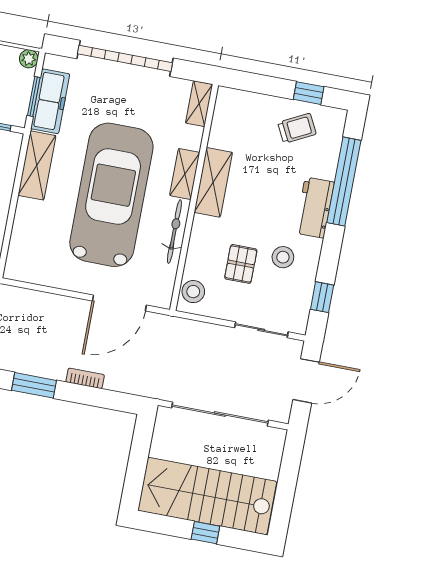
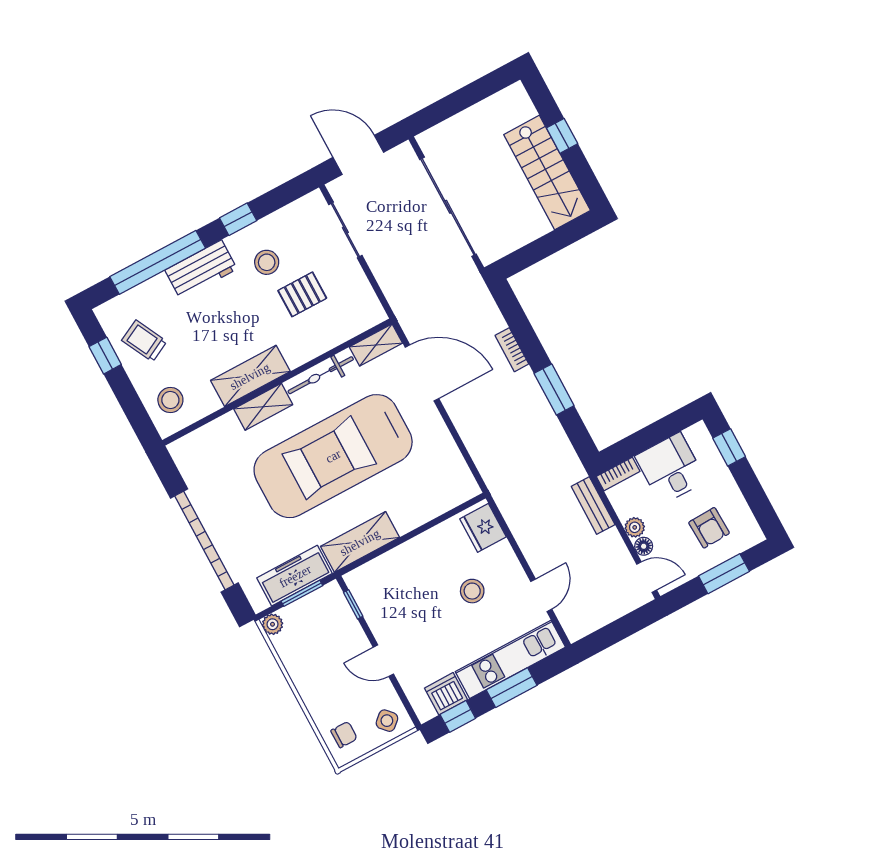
shelving: (199, 104) -> (376, 345), moved
stool: (193, 292) -> (170, 400), moved
window: (322, 297) -> (238, 219), moved
stairs: (207, 496) -> (547, 172), width x0.73, depth x0.66

